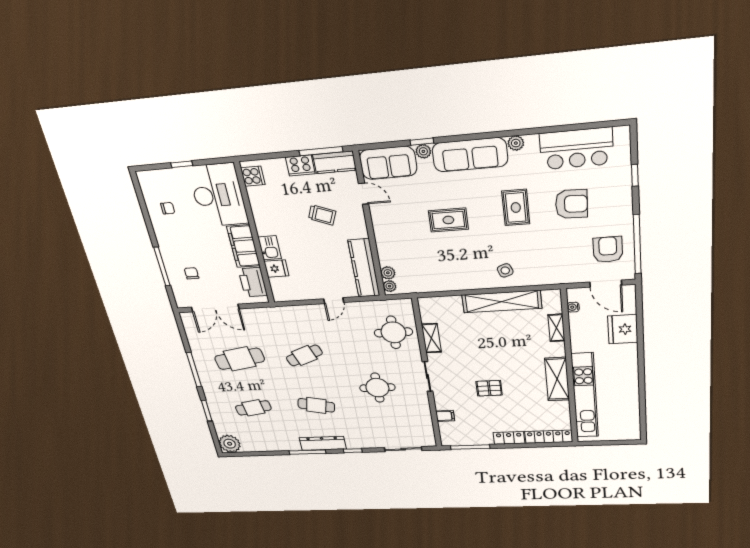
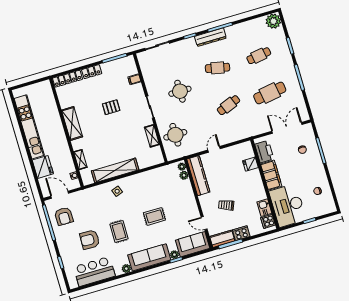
kitchen sink: (270, 248) -> (264, 208), moved
kitchen unit: (585, 396) -> (29, 127), moved, turned 180

